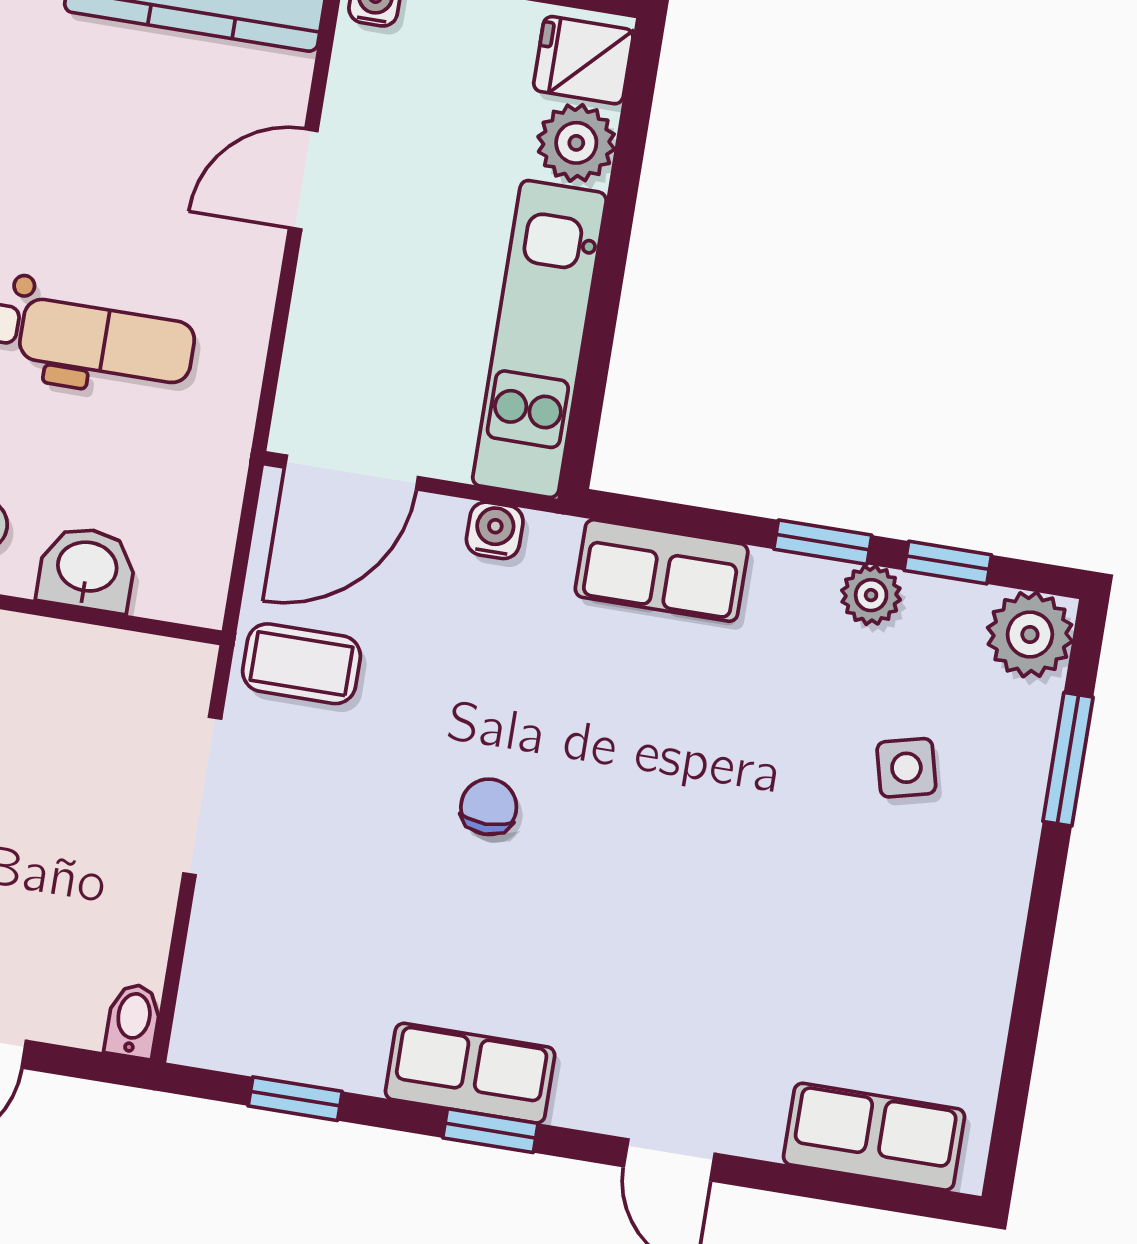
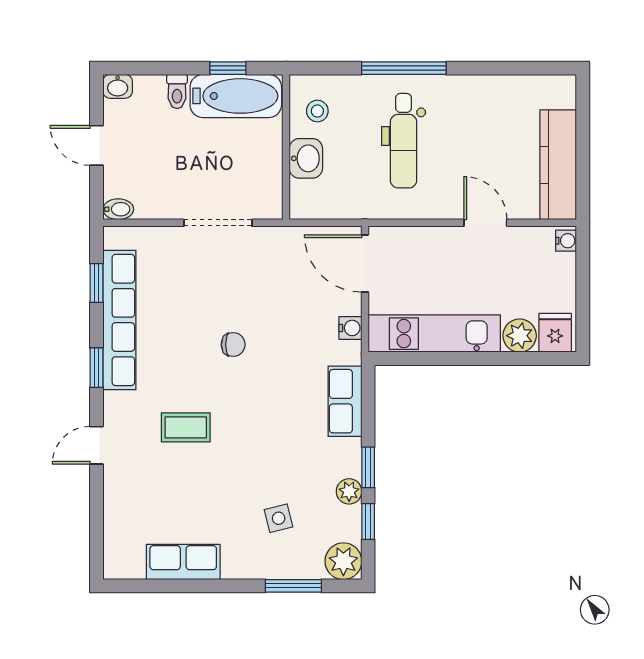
coffee table: (302, 664) -> (186, 427), moved, turned 90
row of seats: (470, 1073) -> (119, 320), width x2.02
row of seats: (874, 1137) -> (183, 562), moved, turned -90

